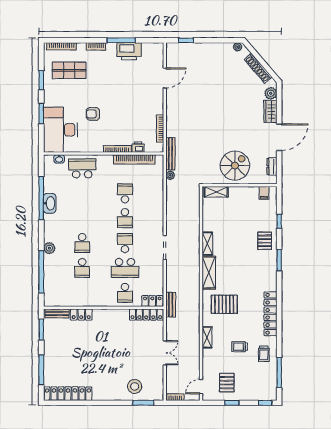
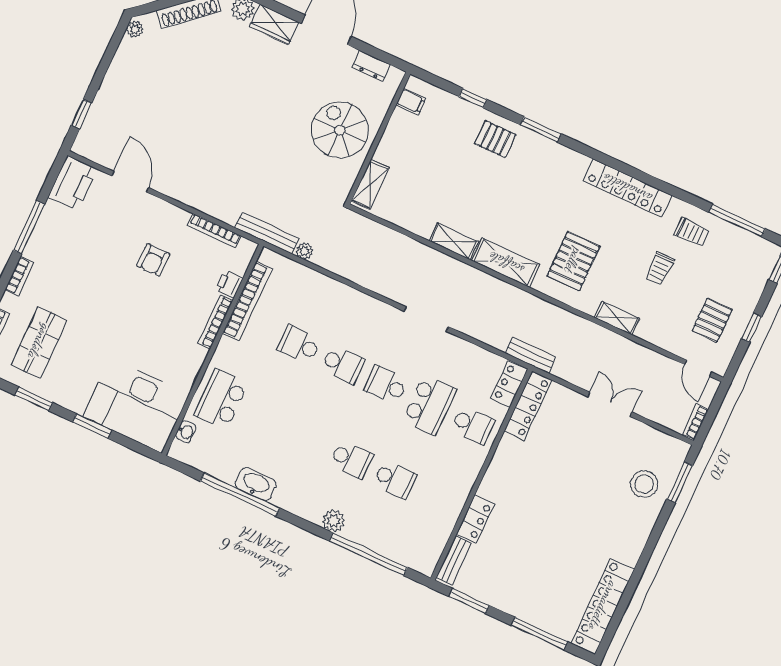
printer: (129, 51) -> (73, 183), moved
armchair: (93, 114) -> (153, 260), moved
pallet: (227, 383) -> (712, 320), turned 90

